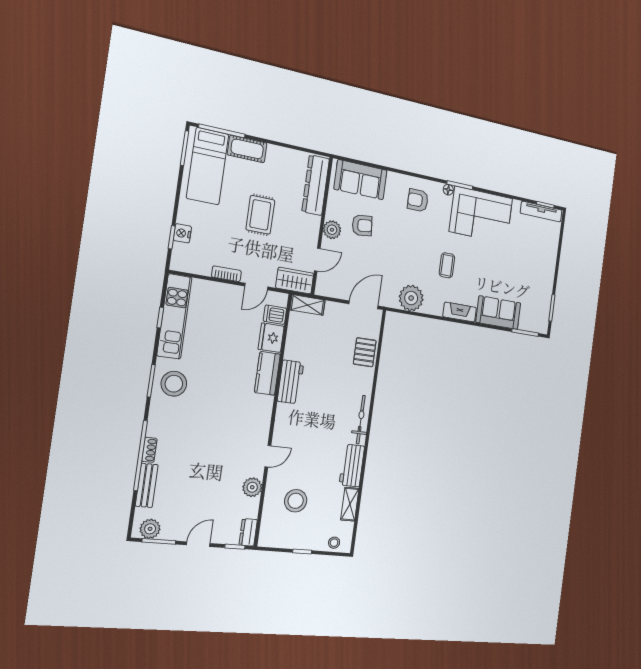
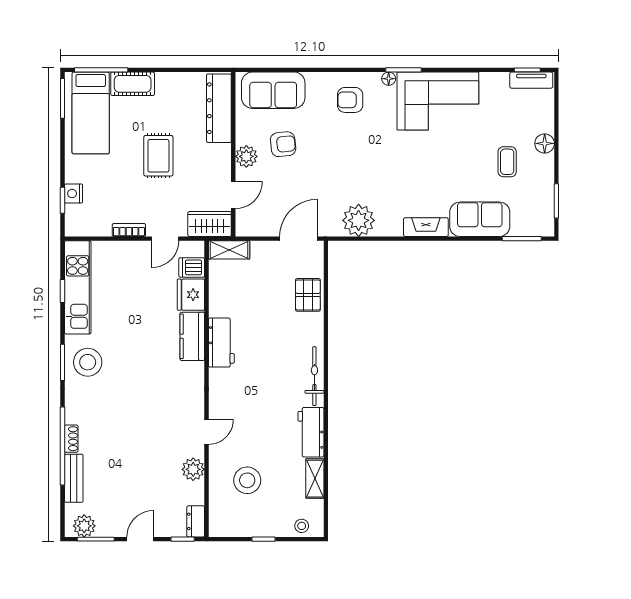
tv unit: (541, 212) -> (531, 80), width x0.71
floor lamp: (550, 263) -> (545, 143), added
coffee table: (447, 265) -> (507, 162), moved

